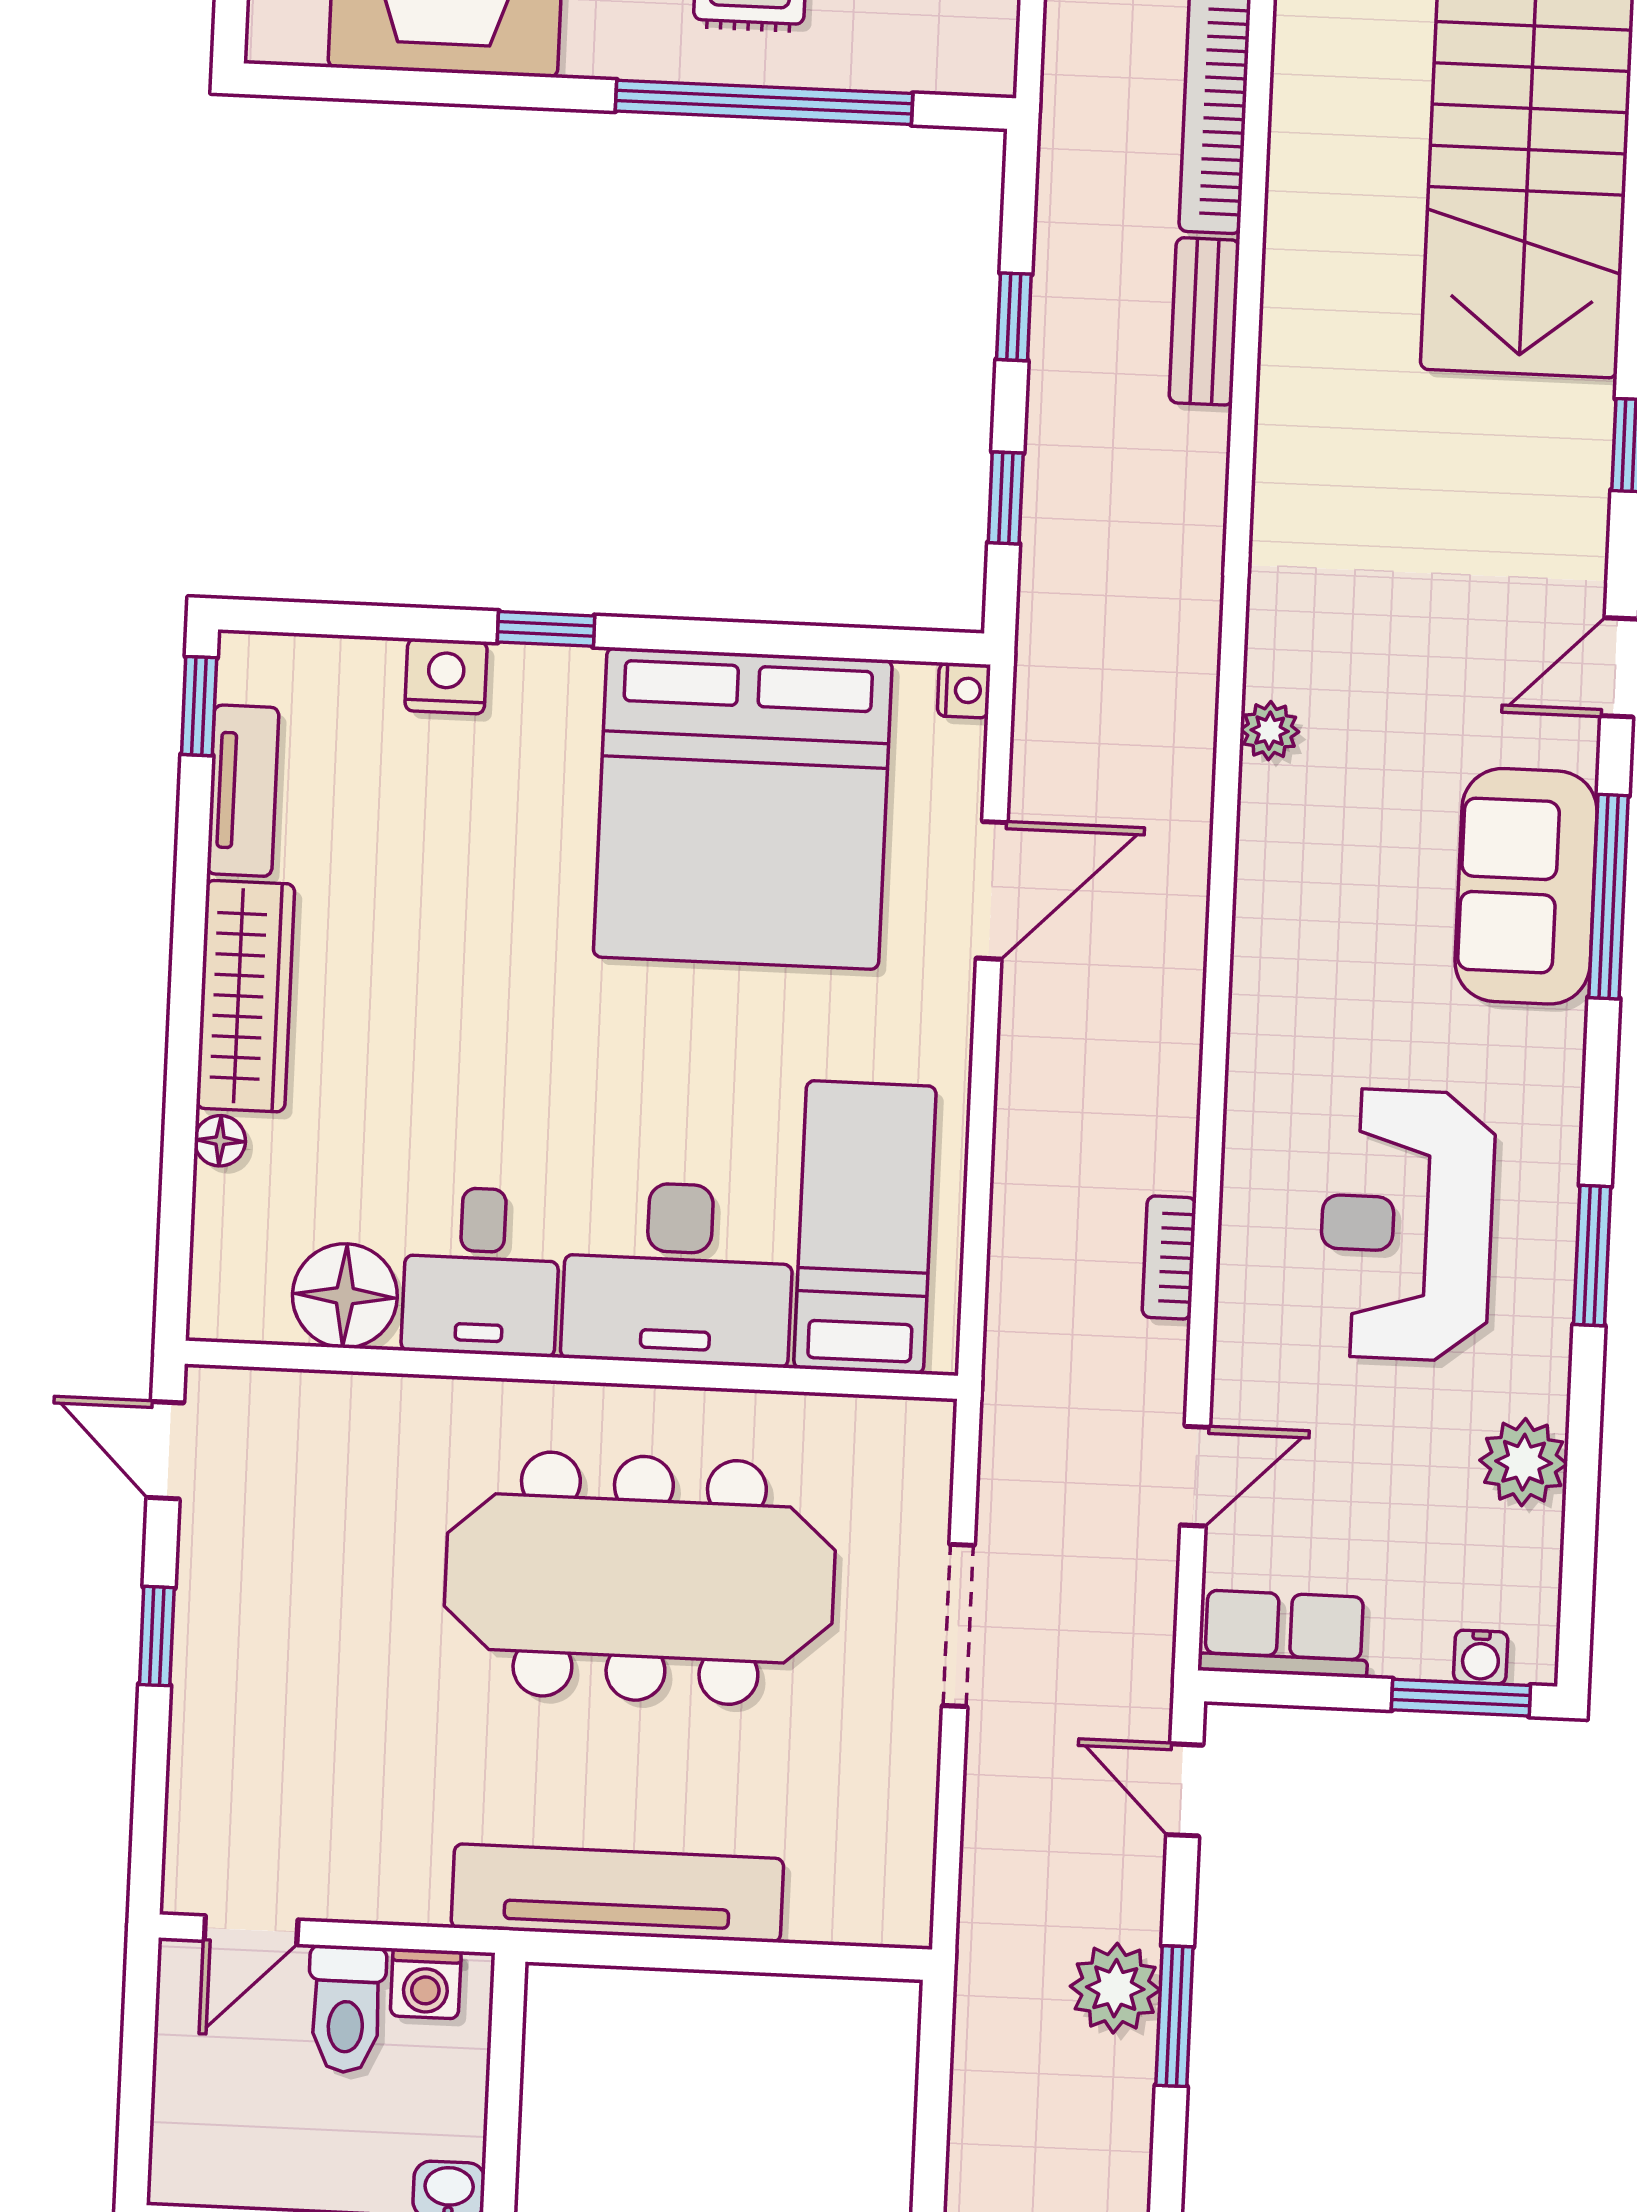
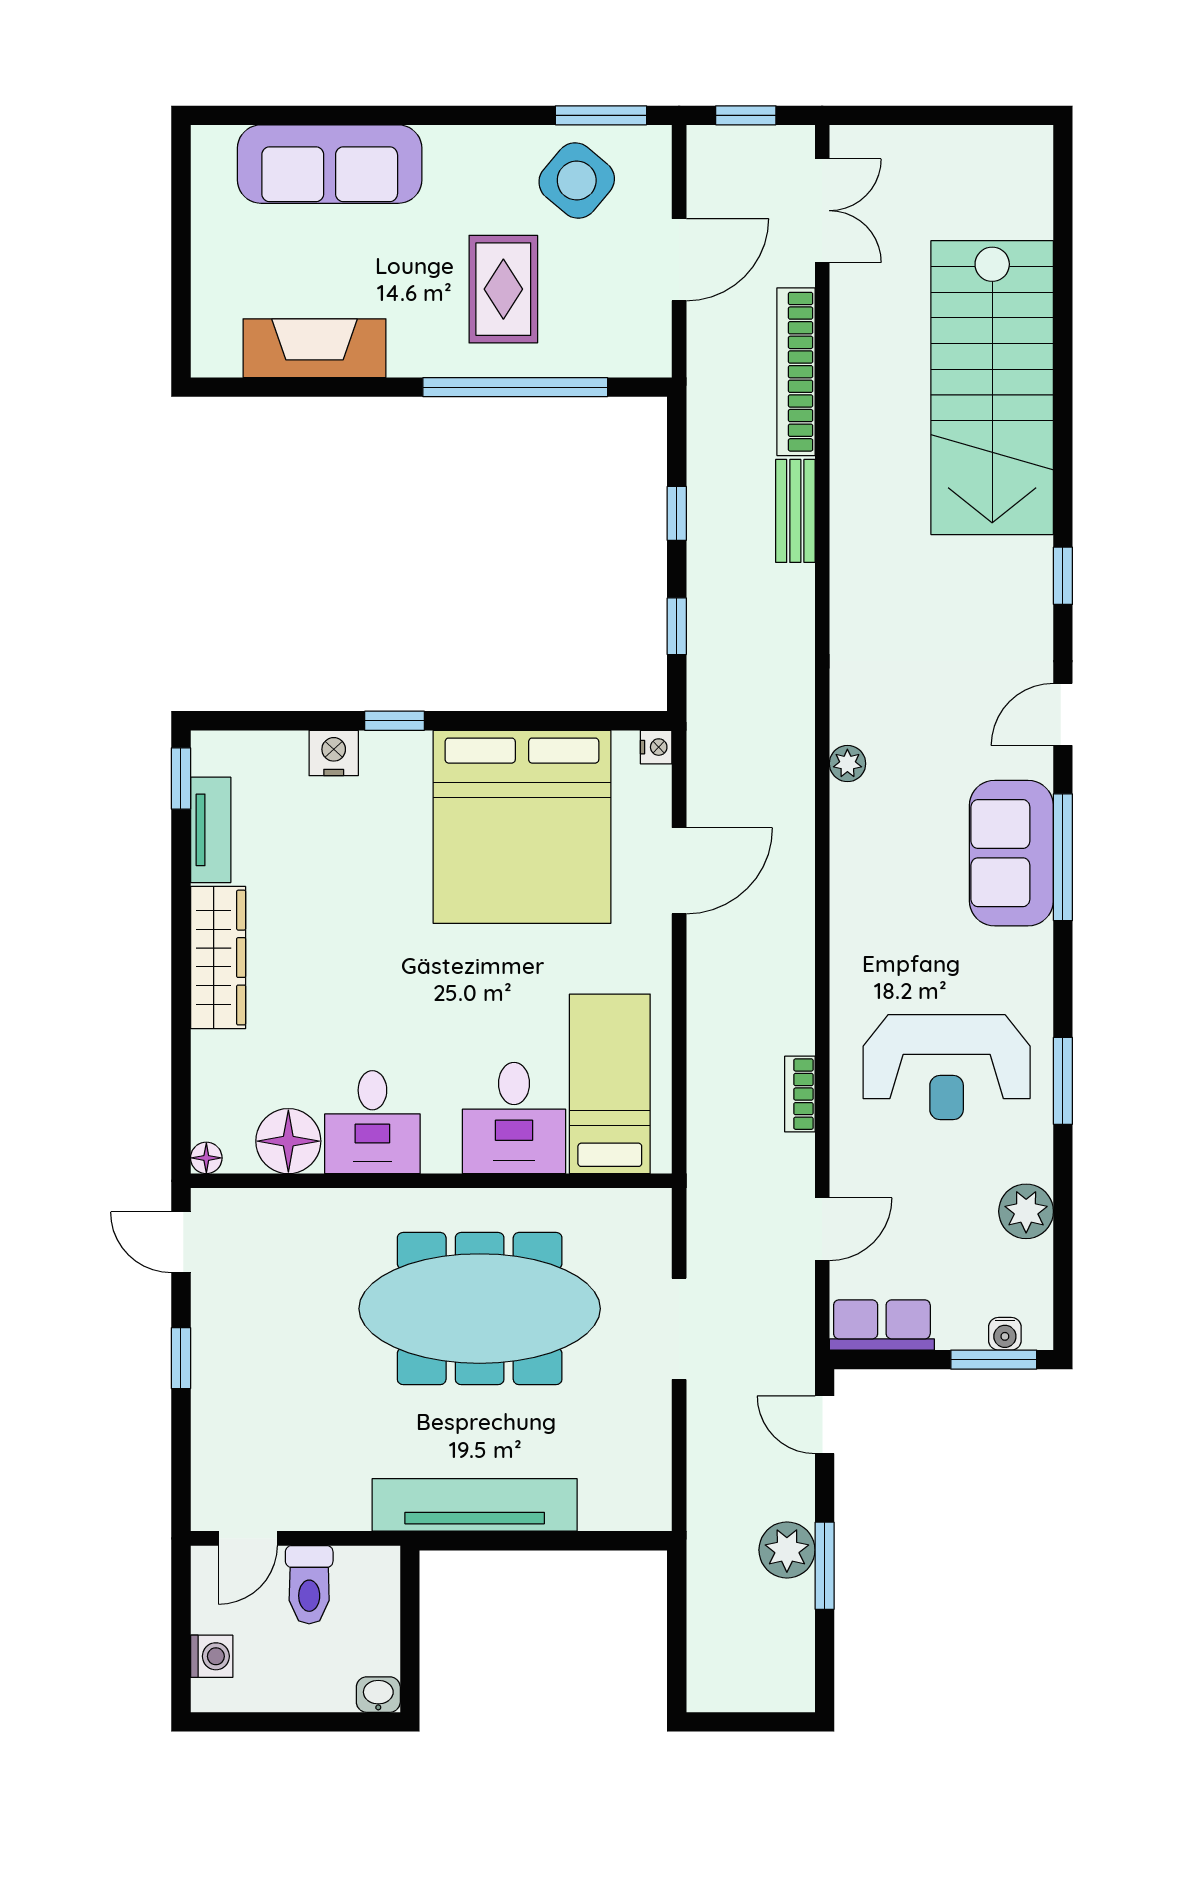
floor lamp: (220, 1141) -> (206, 1158), moved
reception desk: (1407, 1225) -> (947, 1067), turned -90
desk: (678, 1274) -> (514, 1118), width x0.73
washing machine: (426, 1984) -> (212, 1656), moved, turned -90

